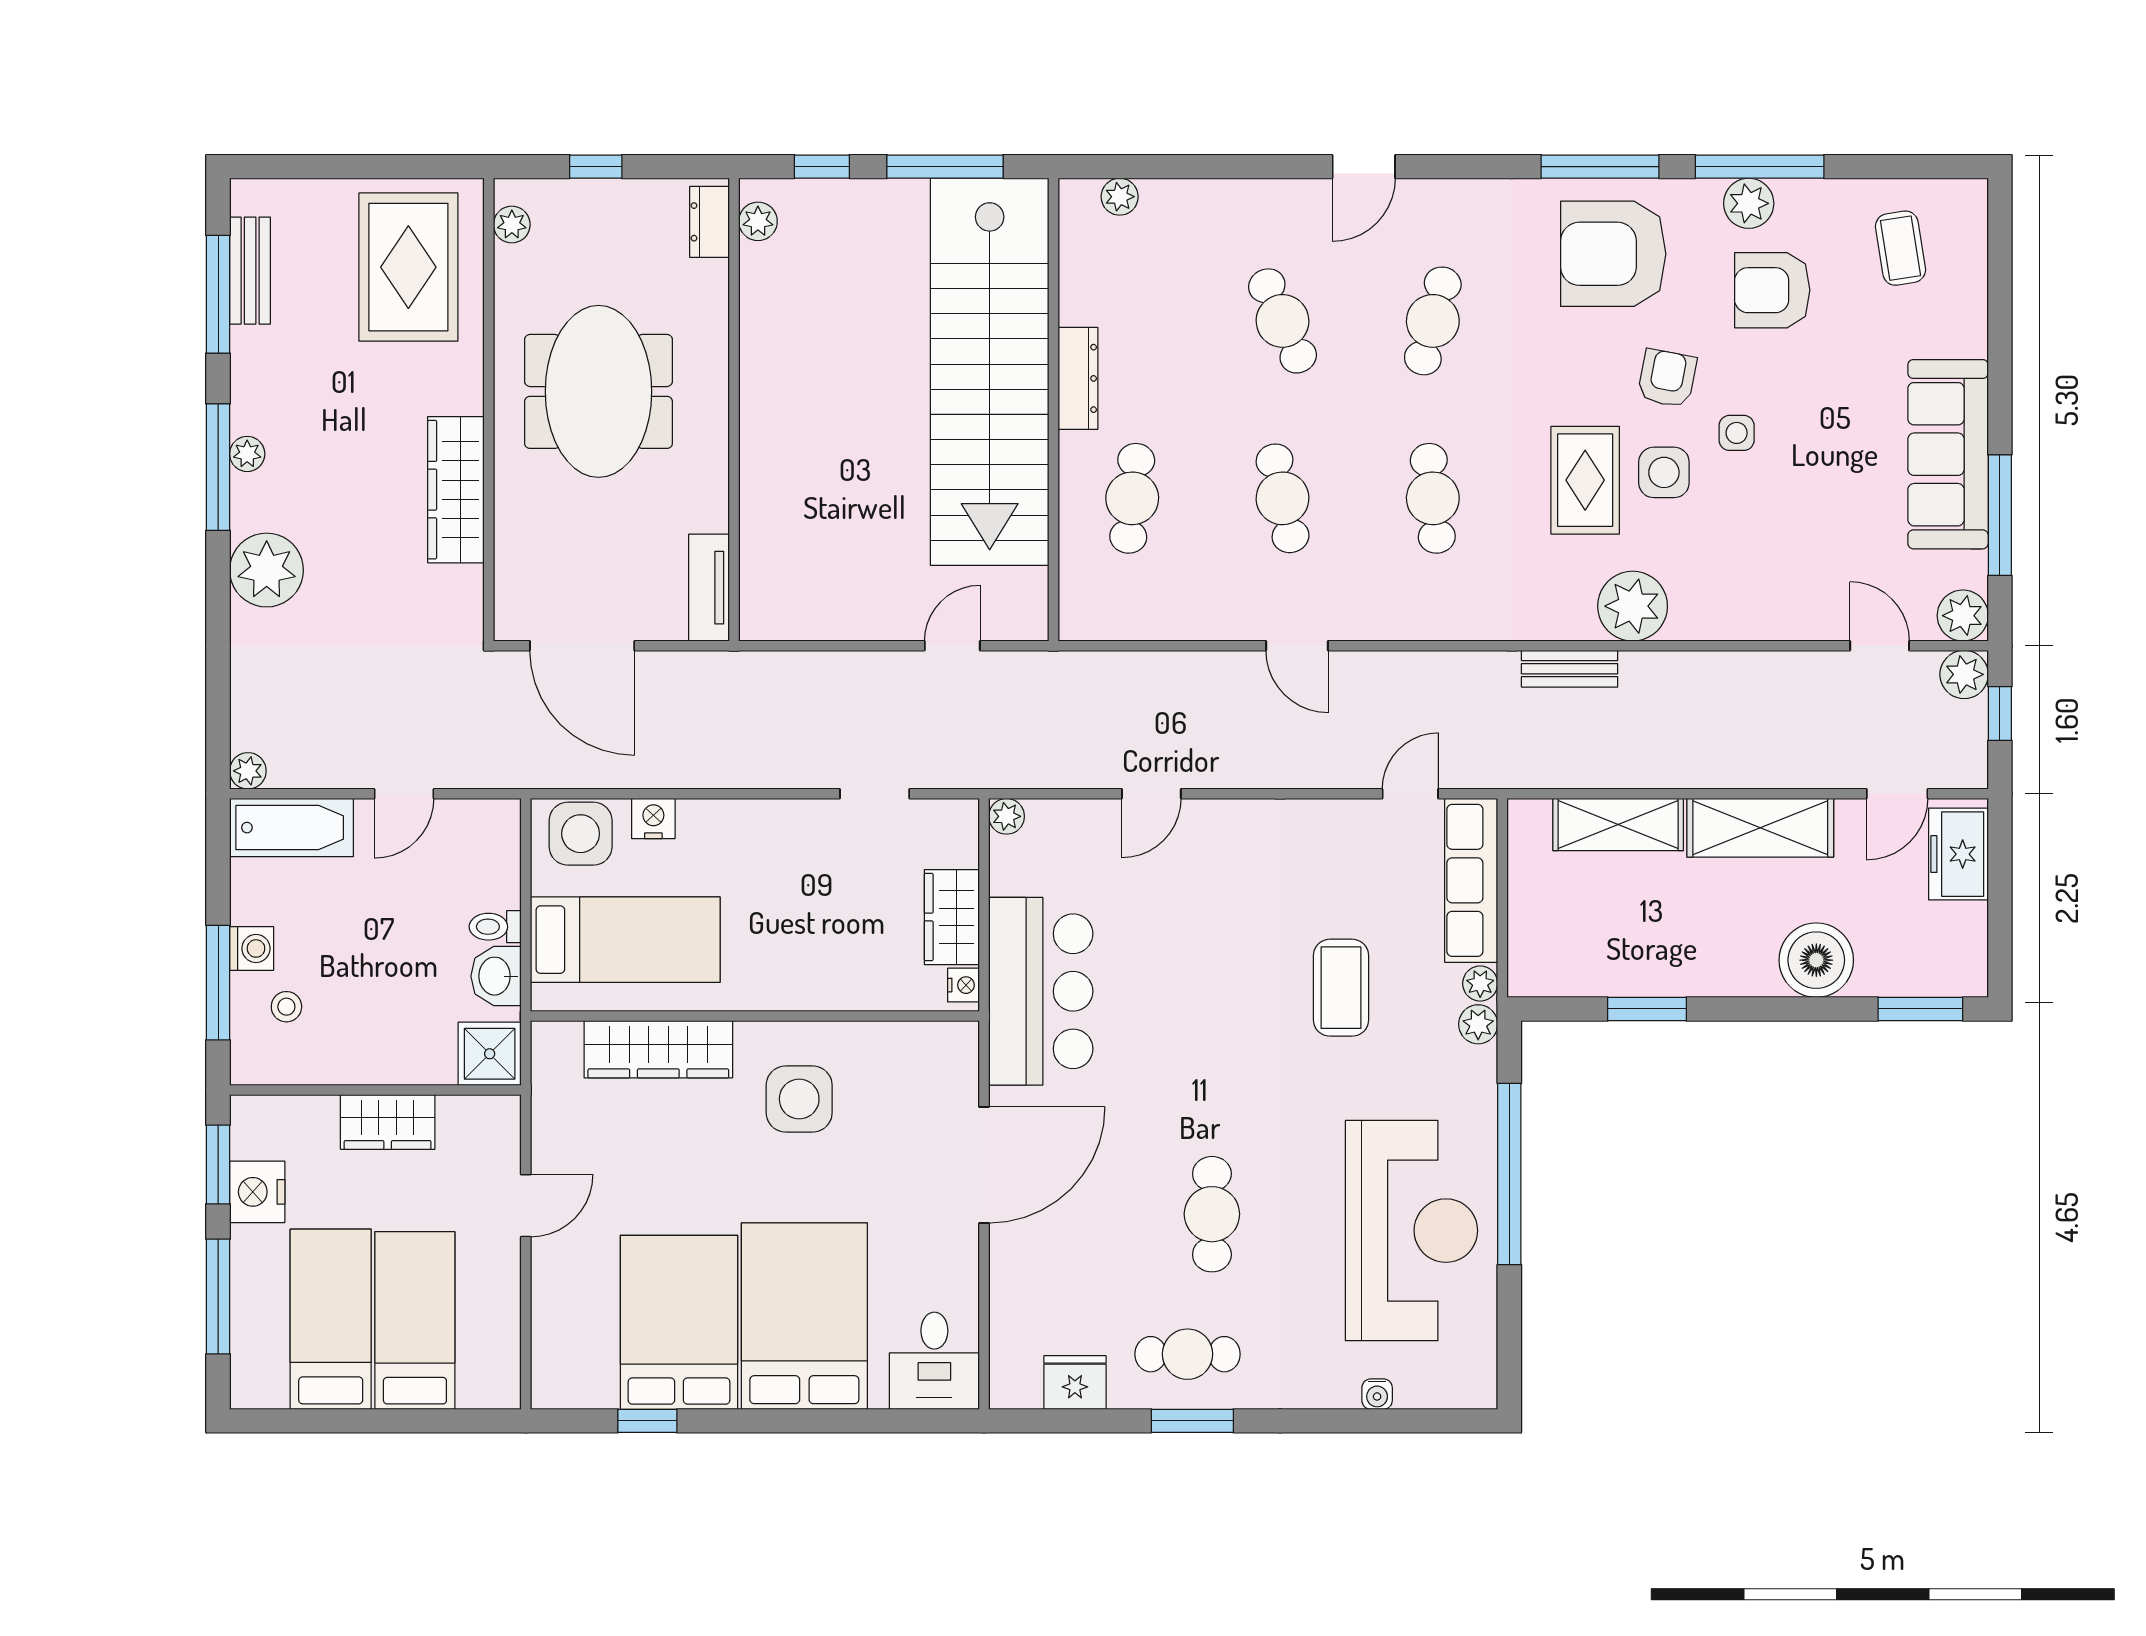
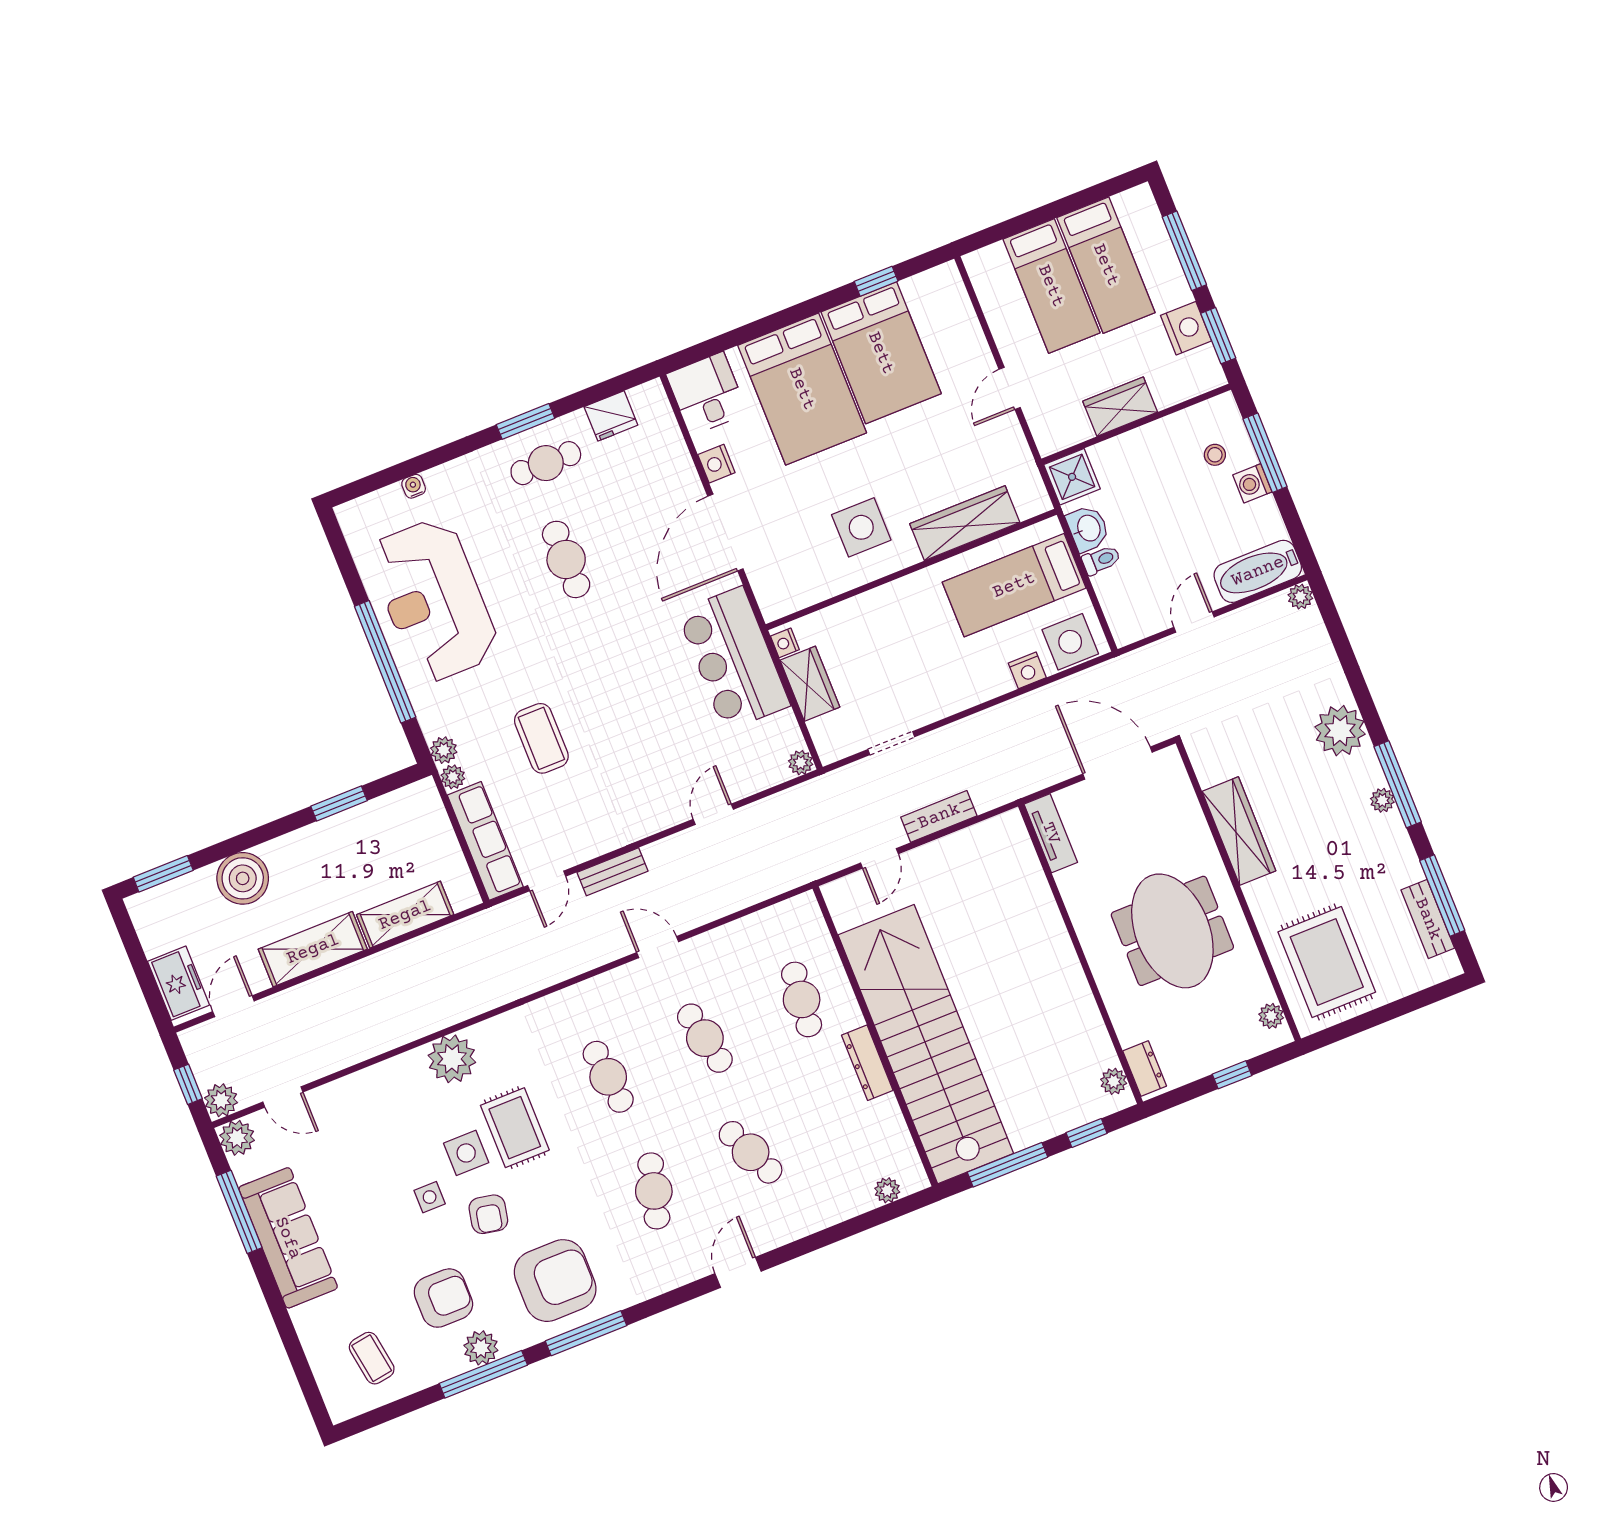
bench: (1570, 669) -> (612, 872), moved
bench: (850, 670) -> (939, 816), added
nightstand: (959, 1262) -> (716, 464), added

